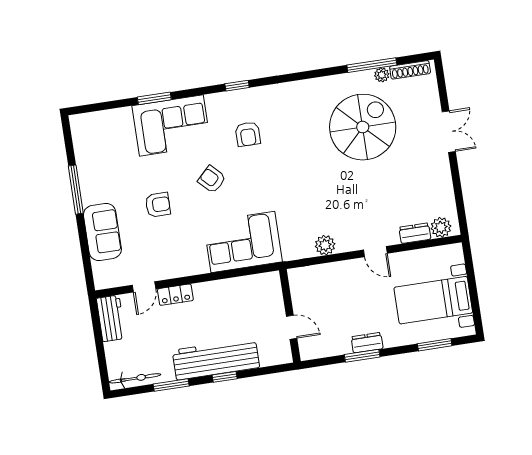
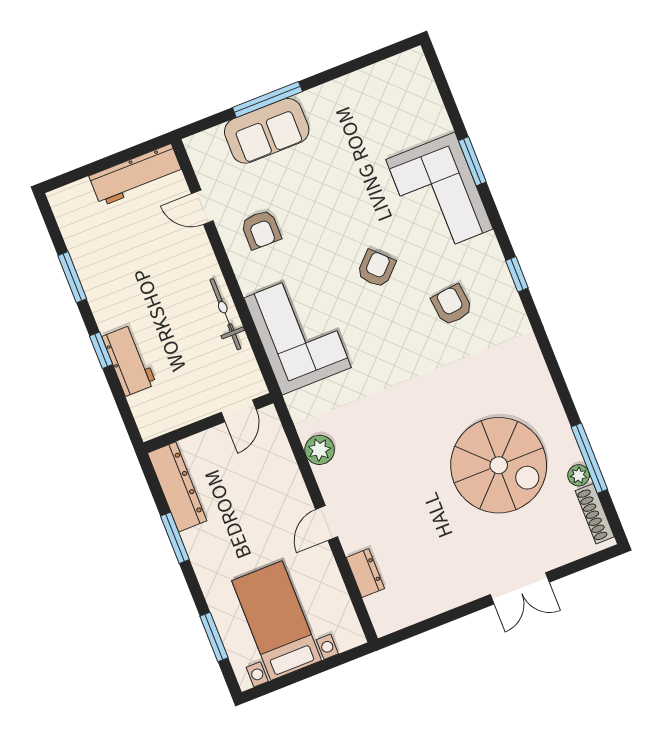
armchair: (248, 134) -> (452, 305), turned 84
window: (76, 190) -> (267, 99), moved
armchair: (158, 205) -> (261, 230), moved
plant: (441, 227) -> (382, 608), removed
locker: (175, 295) -> (201, 254), removed
workbench: (111, 318) -> (136, 175), width x1.38
door: (292, 327) -> (239, 411), moved
dresser: (367, 343) -> (177, 487), moved, width x1.96, depth x1.24
workbench: (216, 359) -> (129, 360), width x0.53, depth x0.76
bicycle: (135, 378) -> (225, 314), moved, turned 180

